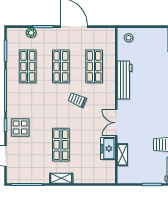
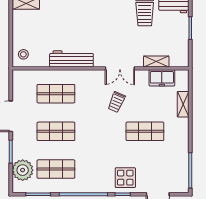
plant: (31, 33) -> (23, 170), width x1.88, depth x1.88
trolley: (77, 100) -> (117, 102), moved
freezer: (108, 149) -> (162, 78), moved
shelving: (61, 178) -> (183, 104), moved

